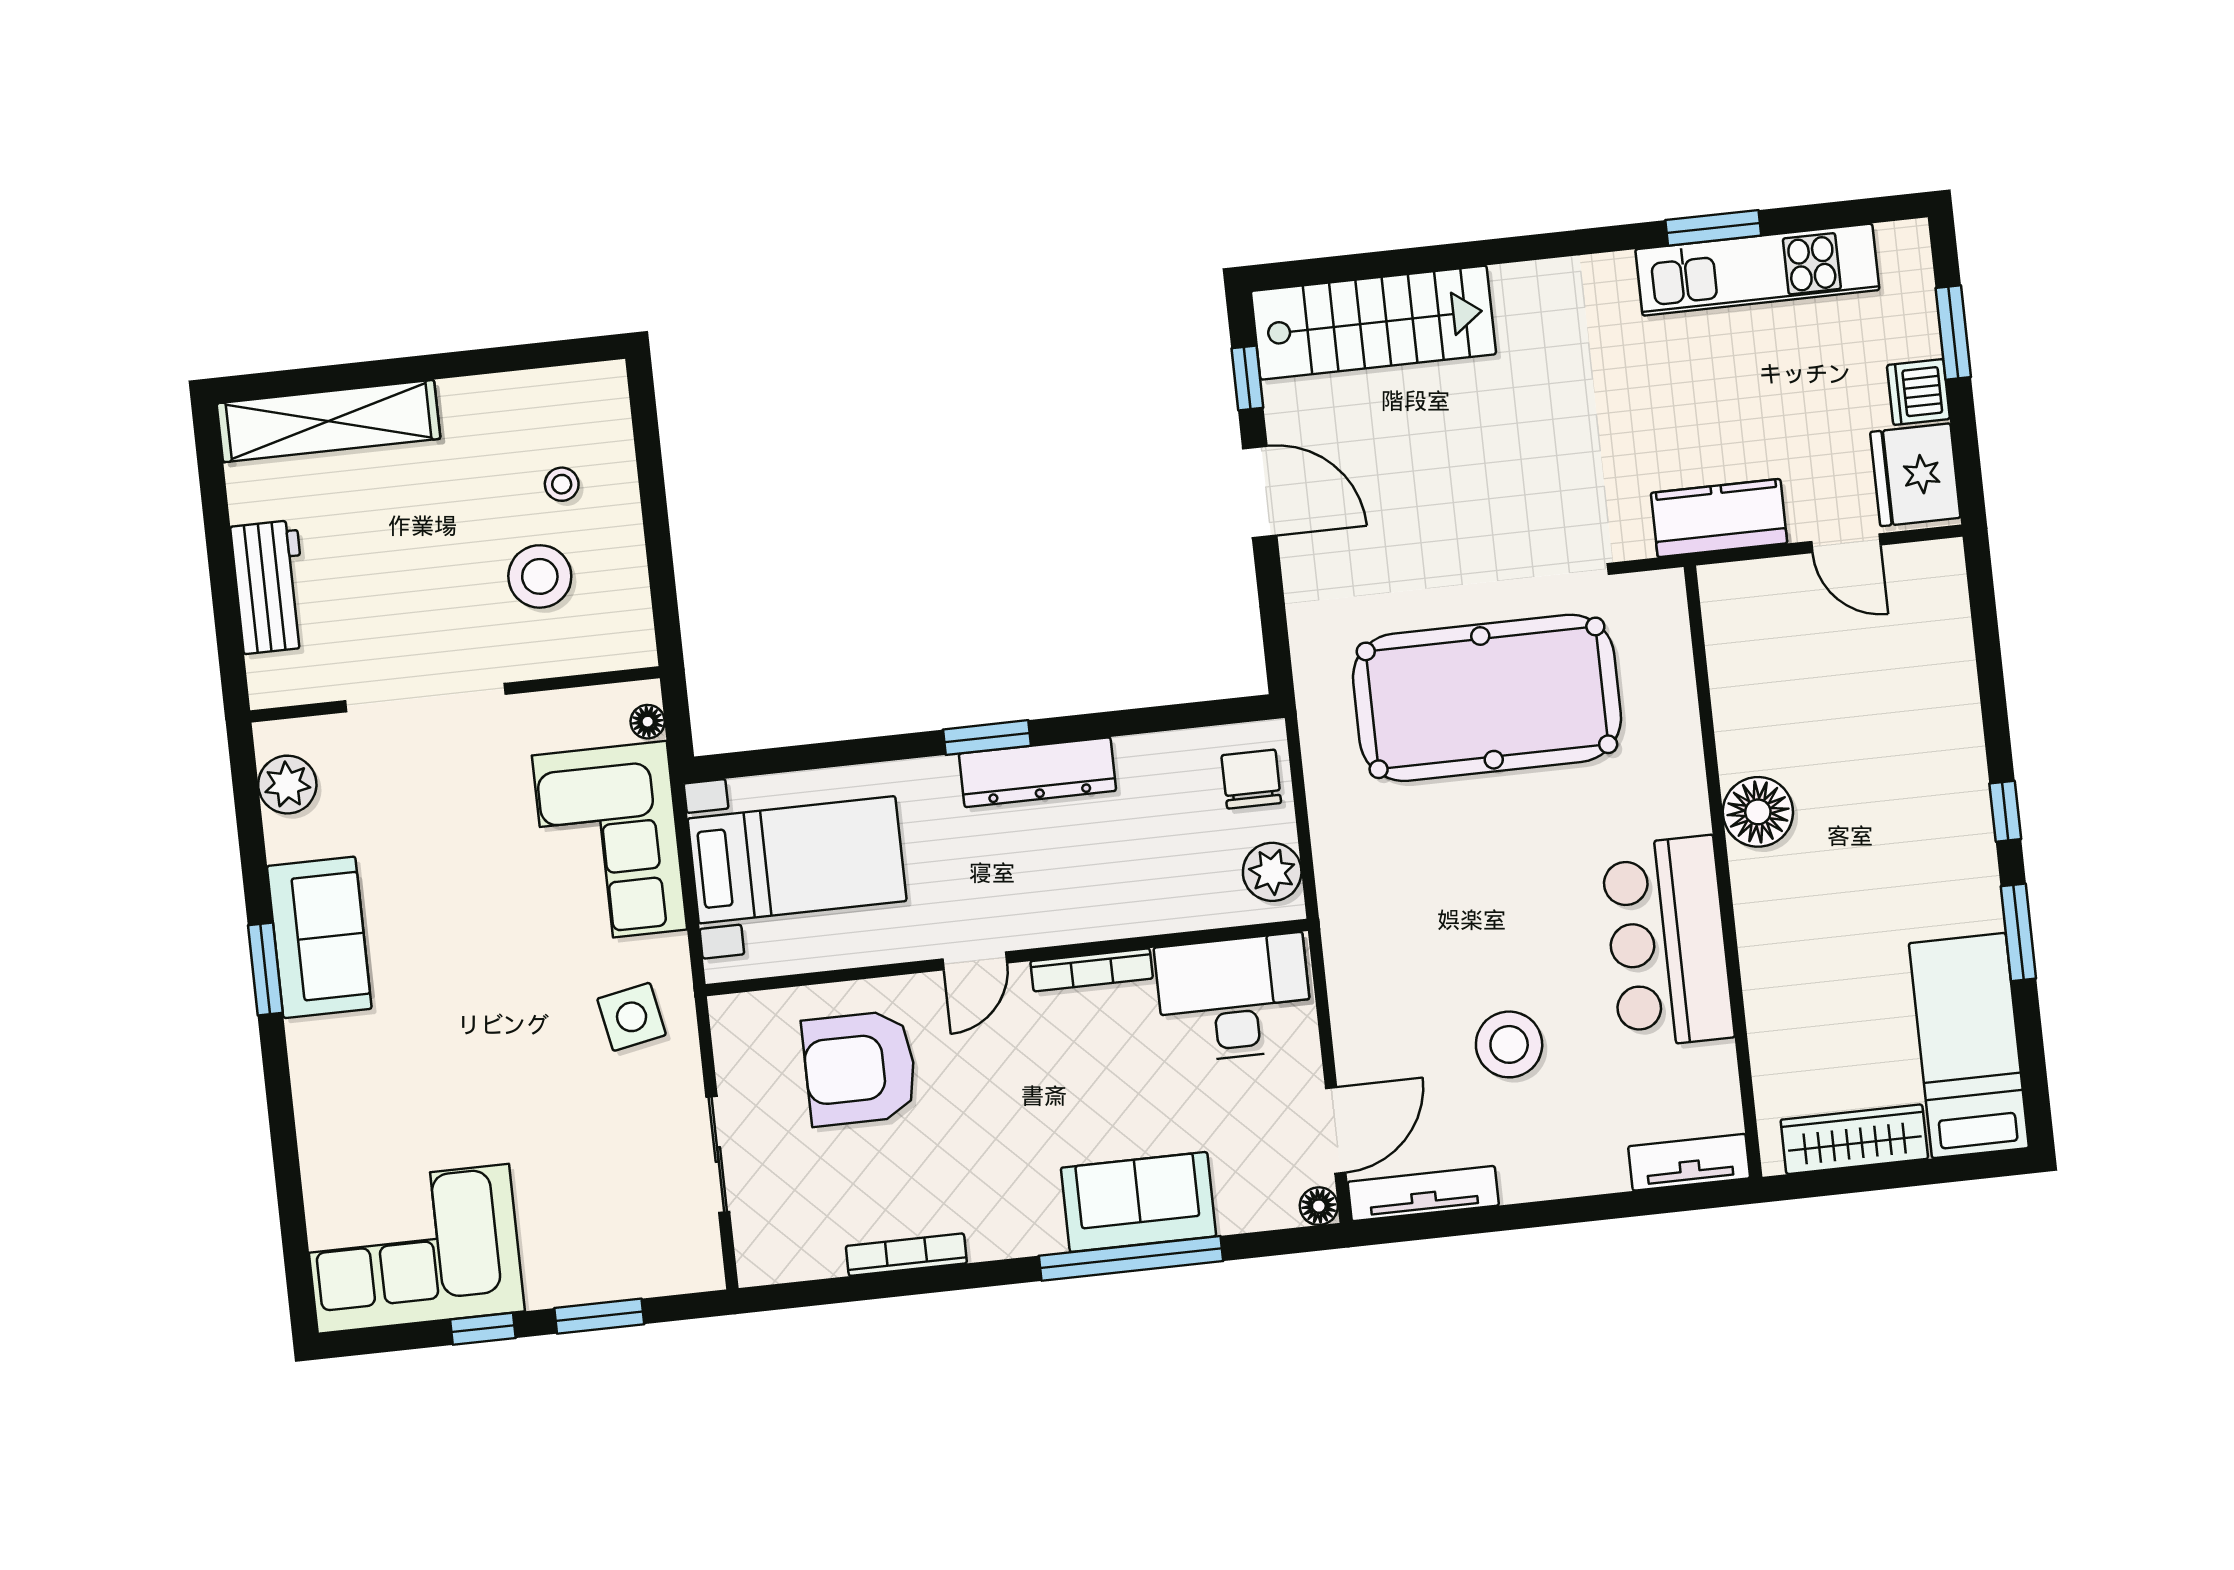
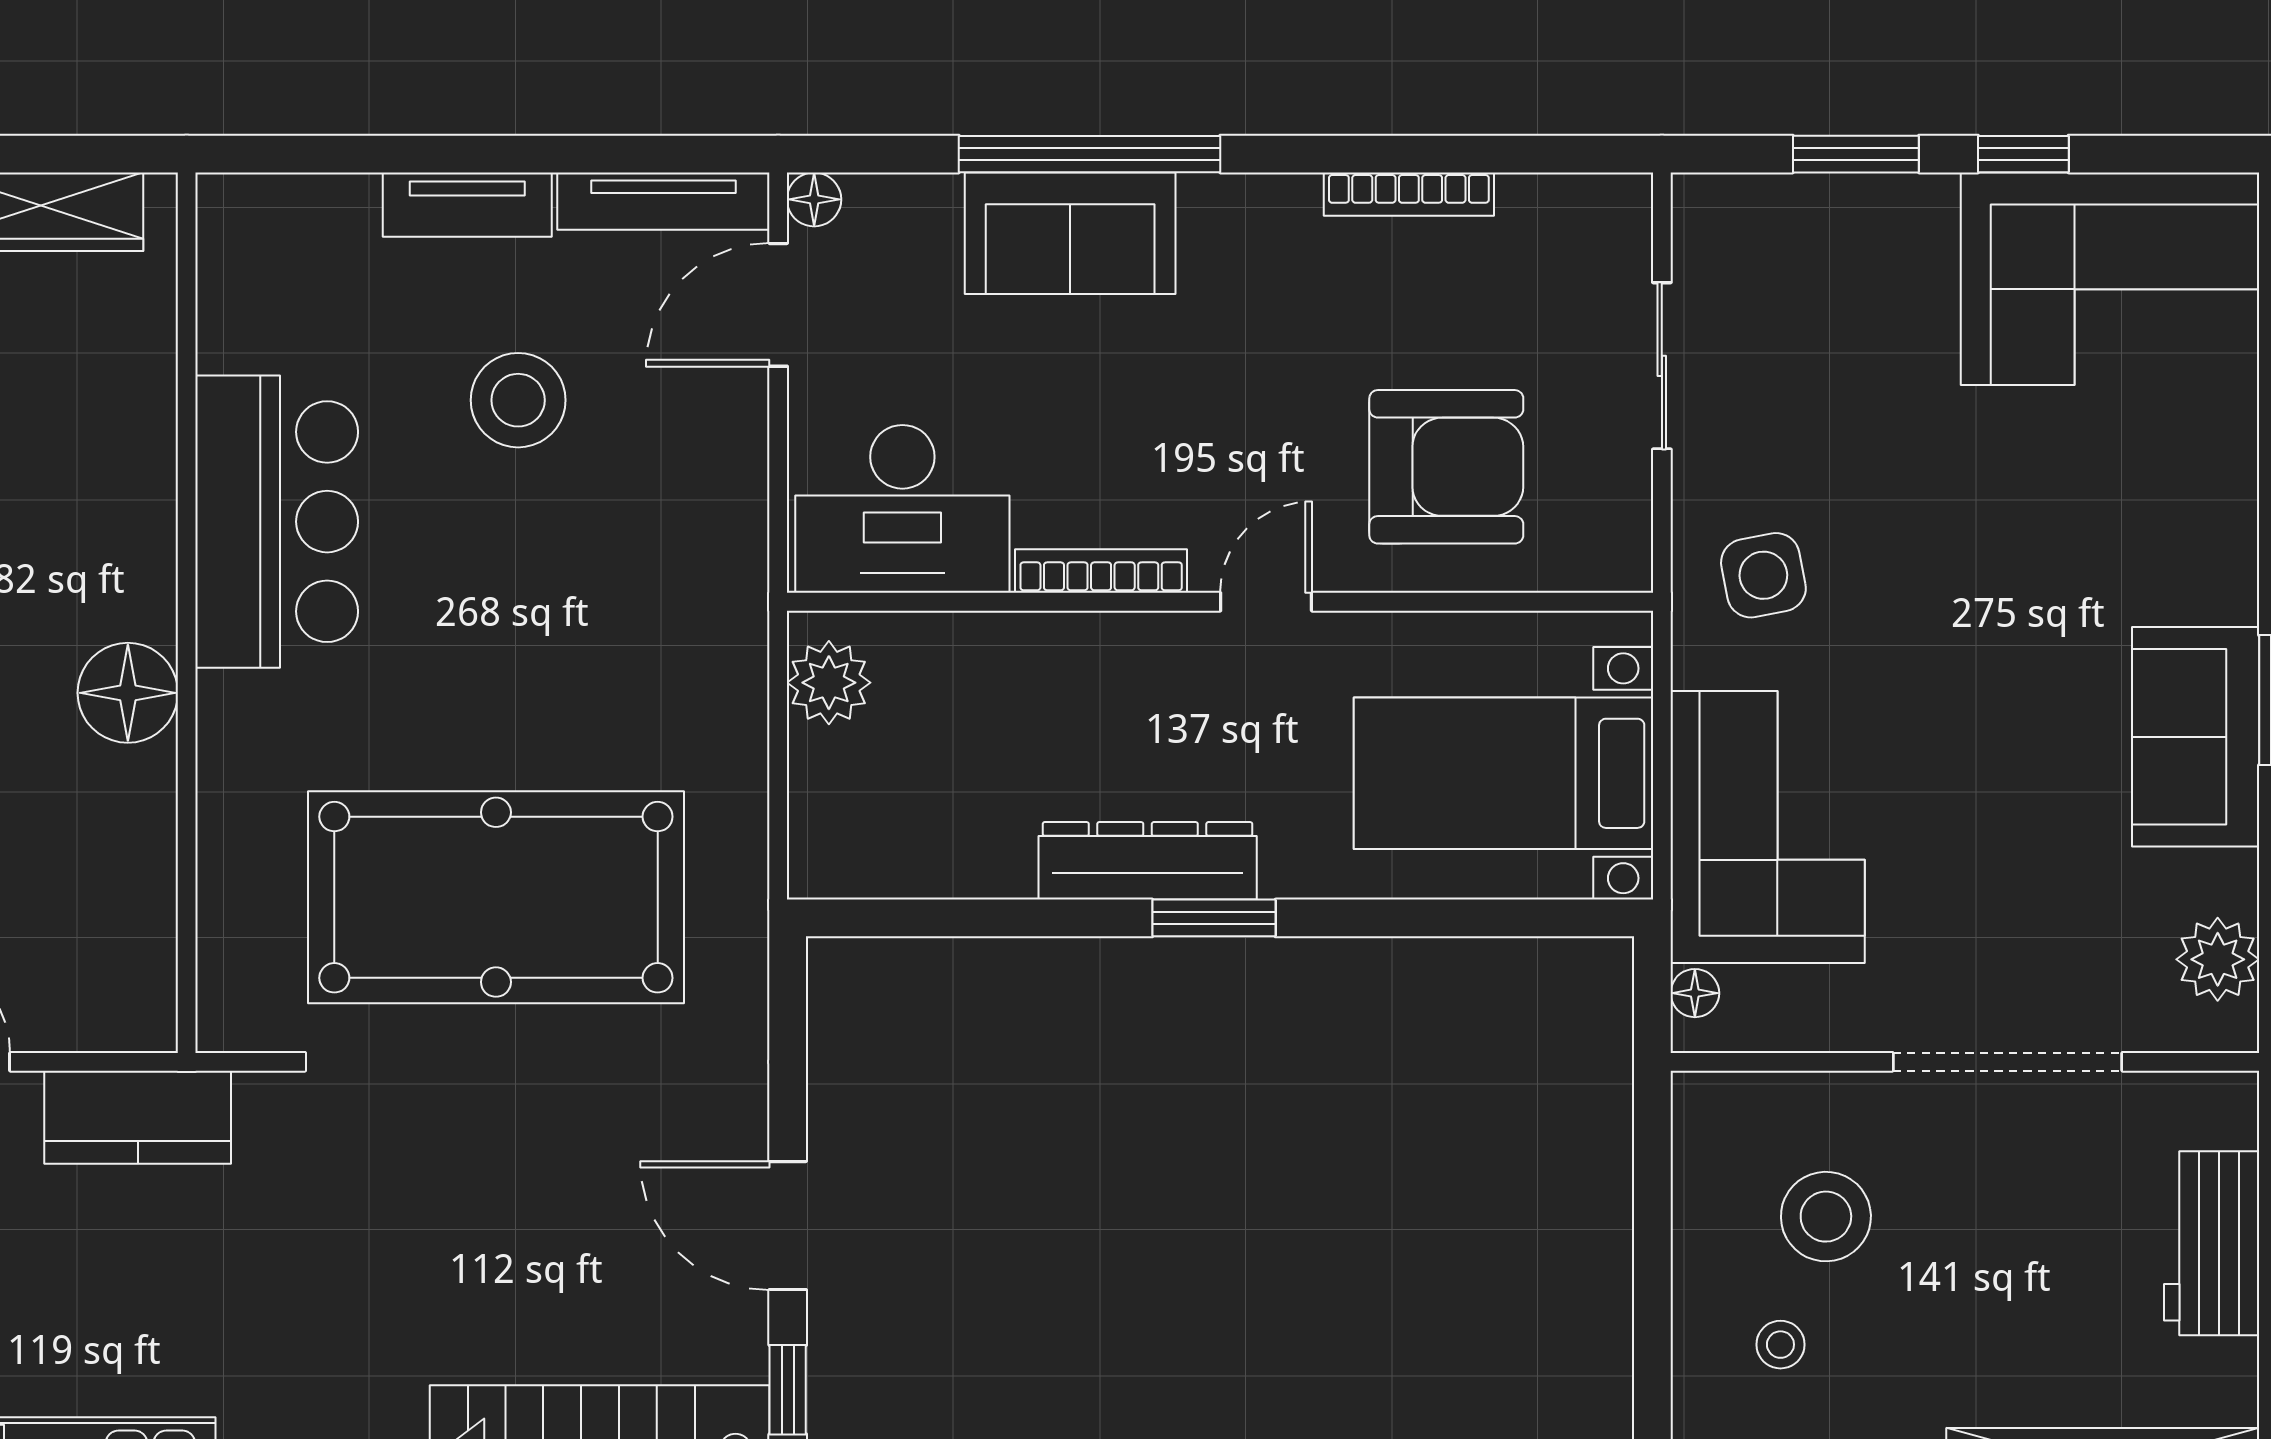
chair: (1251, 779) -> (844, 818), removed
tv unit: (1689, 1162) -> (467, 205), moved

